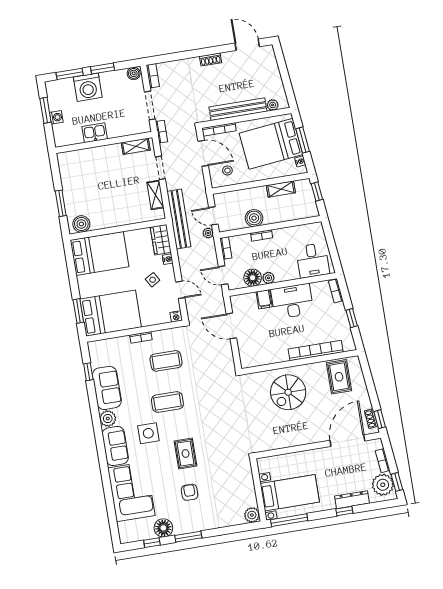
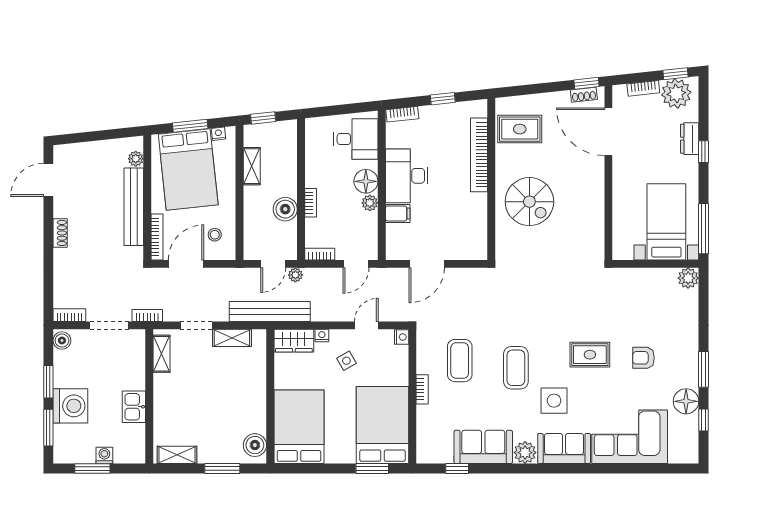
shelving: (65, 169) -> (177, 455), added
floor lamp: (253, 278) -> (366, 181), moved
dresser: (352, 500) -> (690, 139), width x0.70

